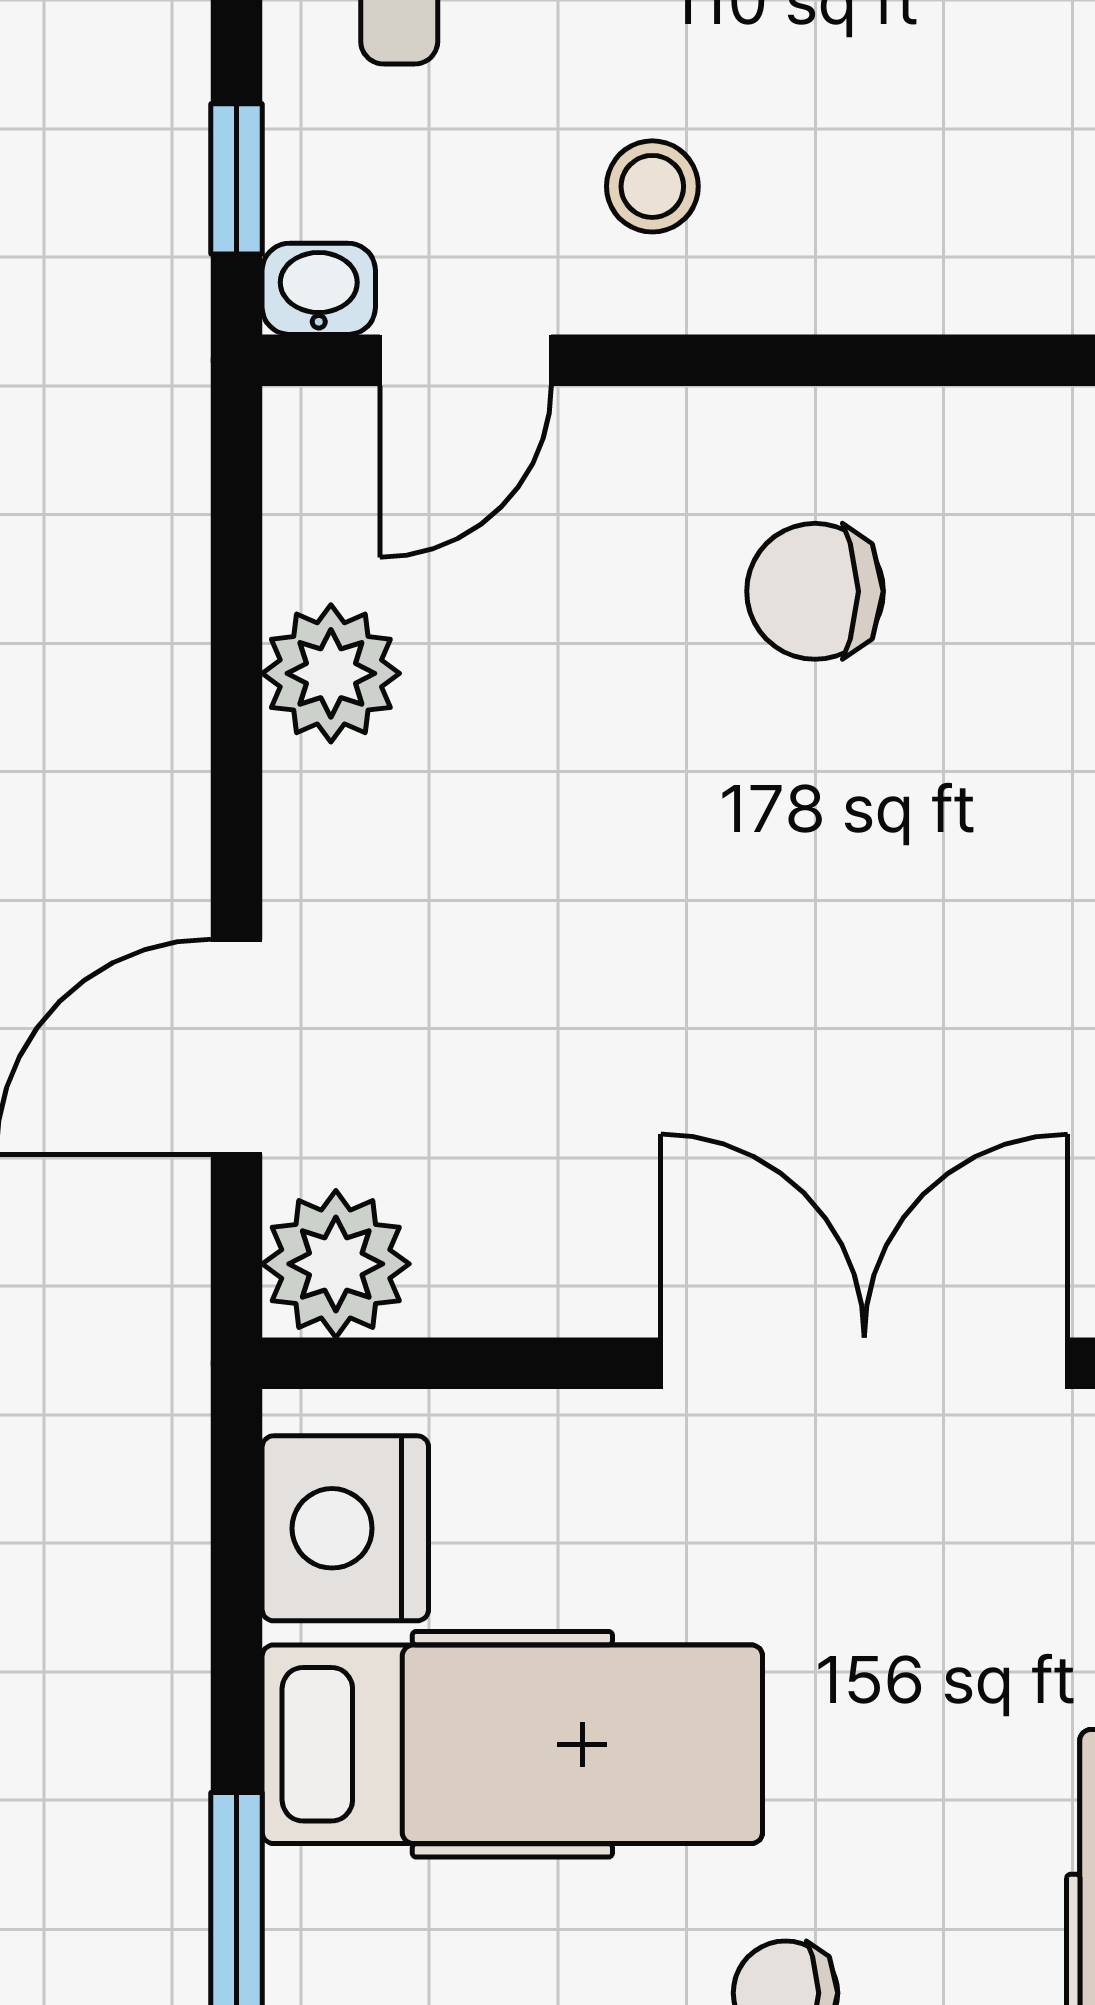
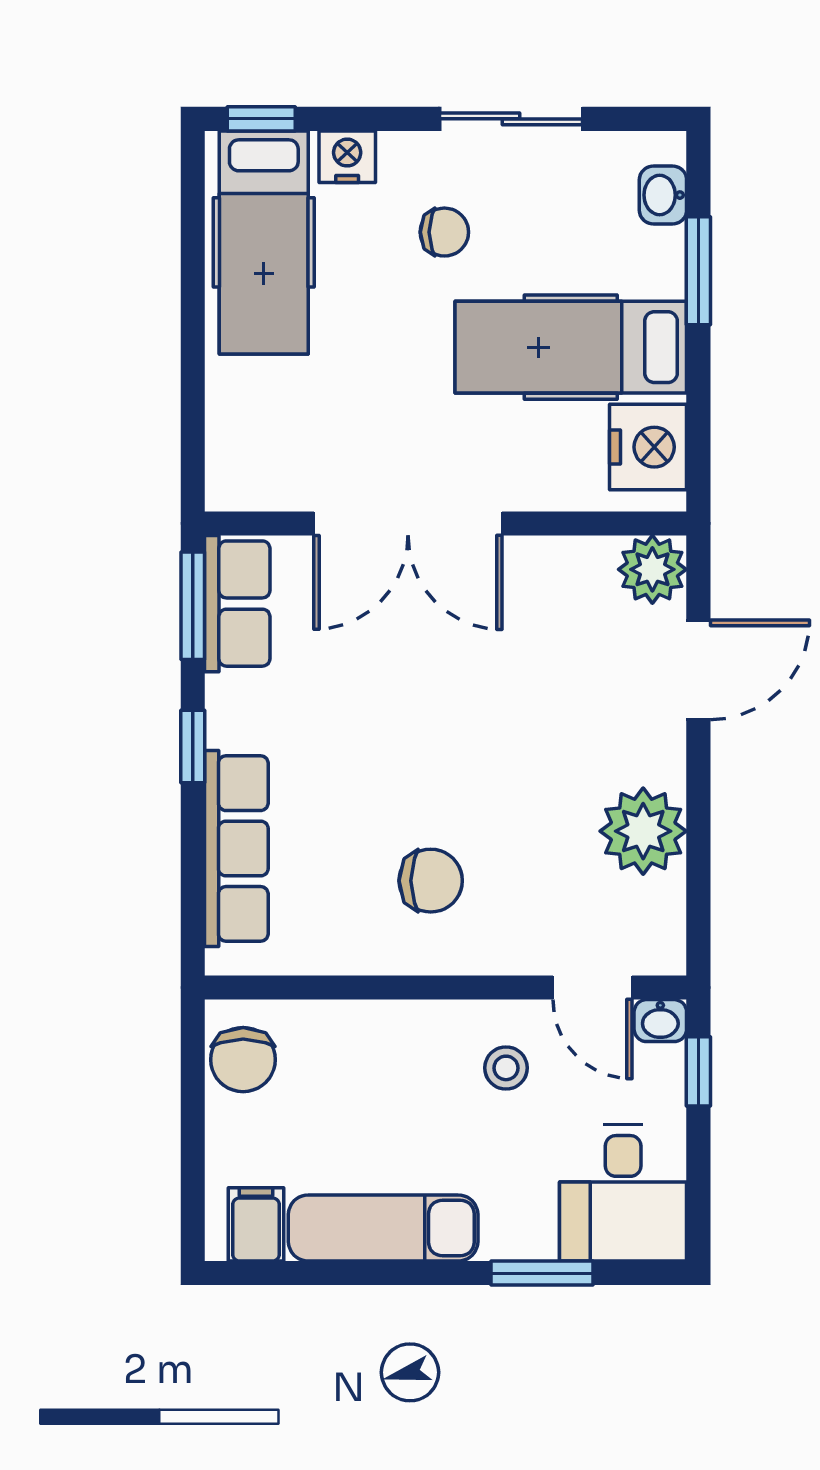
door: (466, 360) -> (592, 988), swing flipped
plant: (331, 673) -> (643, 831), width x1.36, depth x1.36

